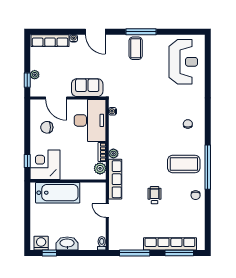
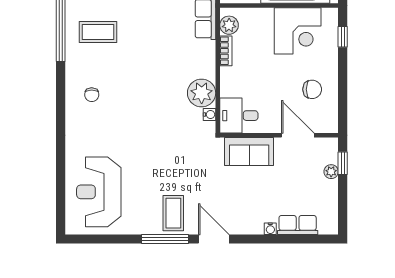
door: (95, 32) -> (214, 239), moved
row of seats: (50, 41) -> (298, 225), width x0.68
desk: (90, 120) -> (239, 116), width x0.53, depth x0.77
plant: (113, 153) -> (202, 93), moved, width x1.87, depth x1.87
coffee table: (184, 164) -> (98, 32), width x0.73, depth x0.76
corner desk: (45, 165) -> (298, 31), moved

